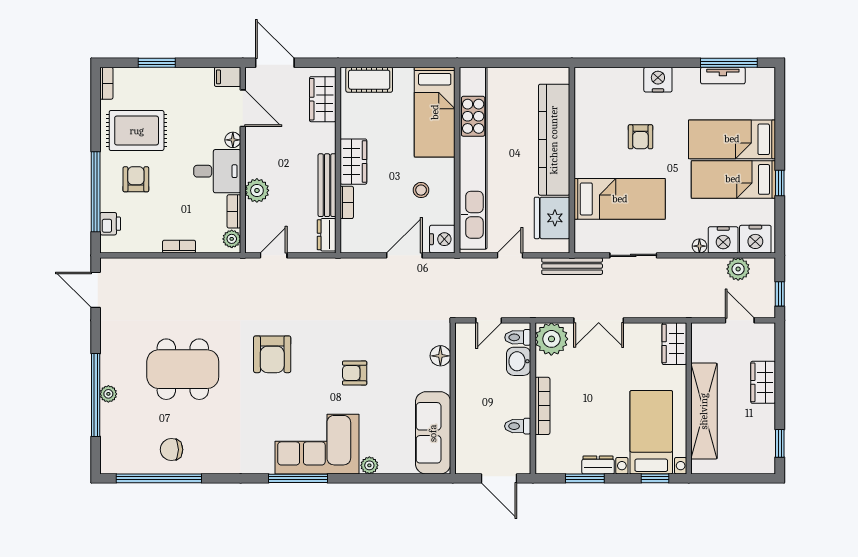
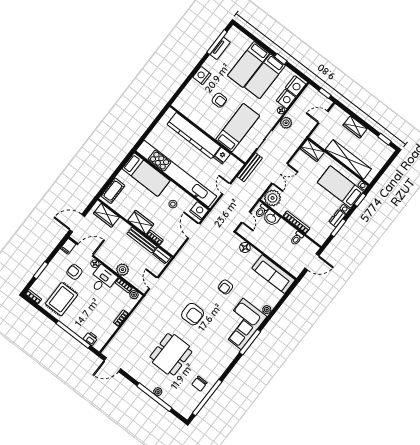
armchair: (136, 179) -> (74, 272), moved
fridge: (552, 218) -> (222, 156), width x0.53, depth x0.75
plant: (738, 269) -> (286, 123), moved

